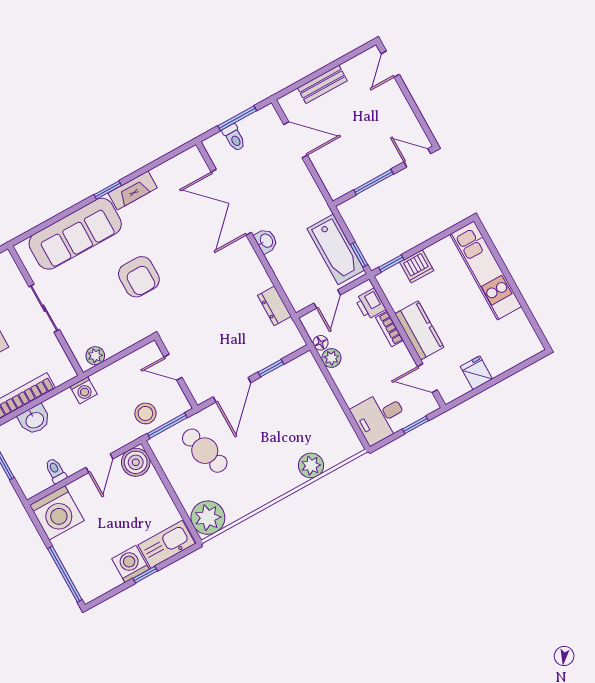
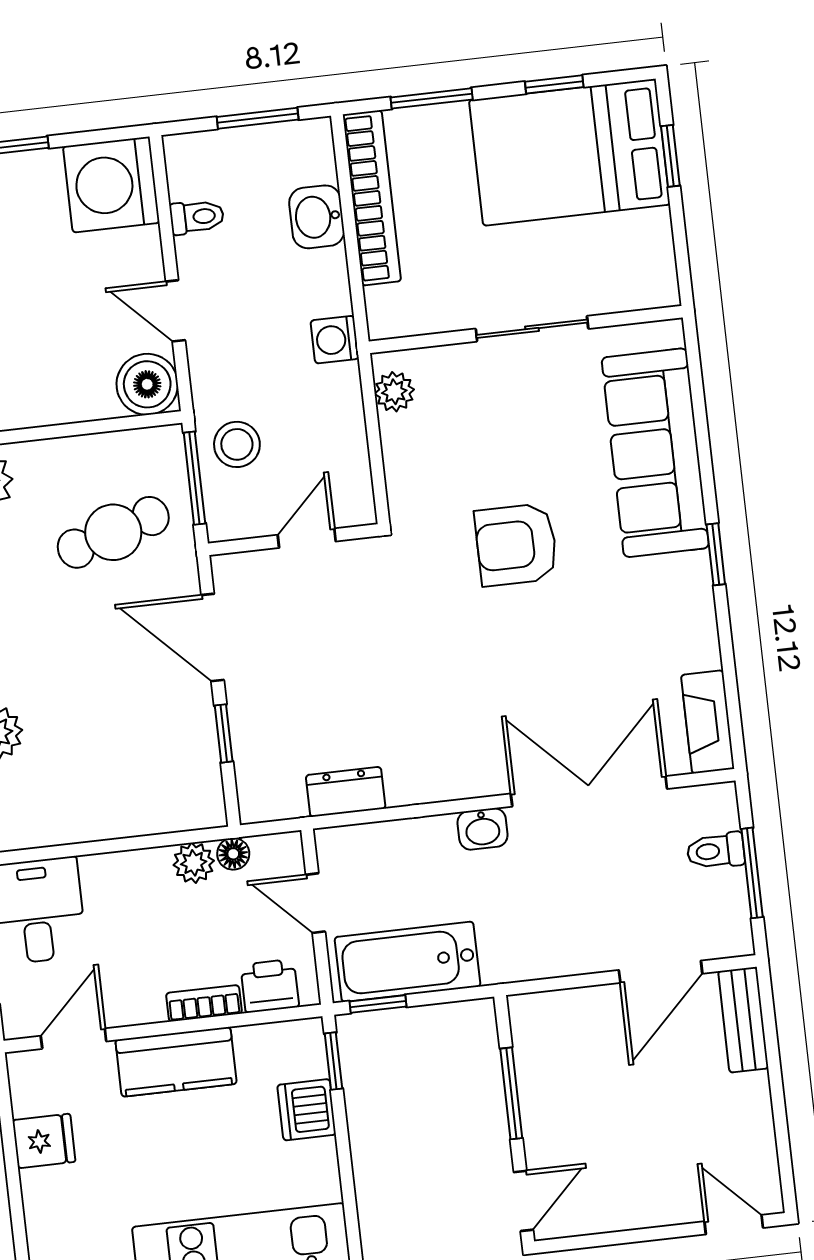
bench: (322, 84) -> (743, 1020), moved
fireplace: (133, 190) -> (708, 722), moved

